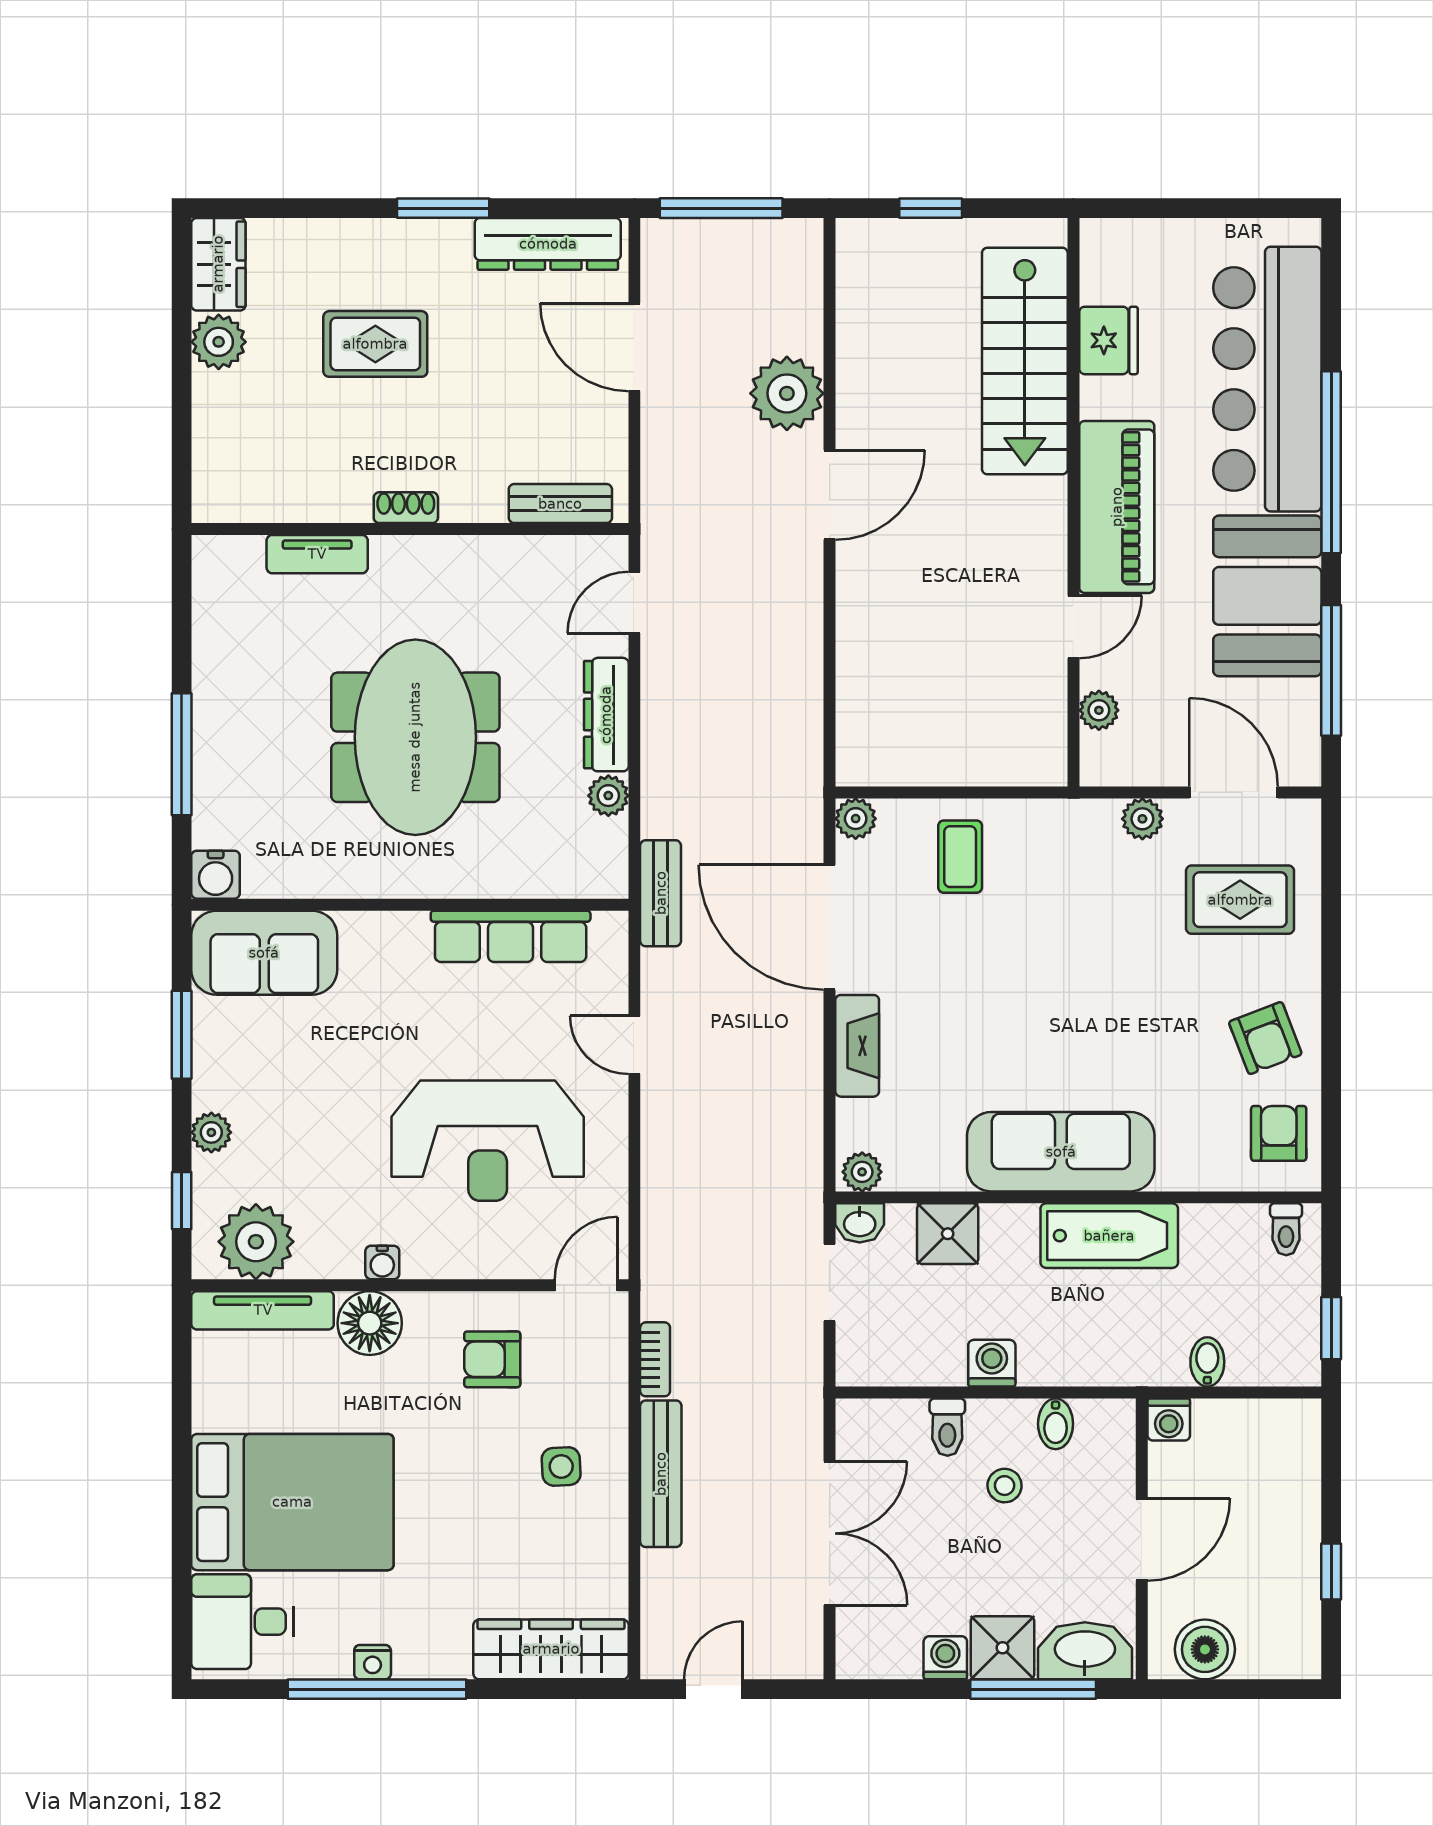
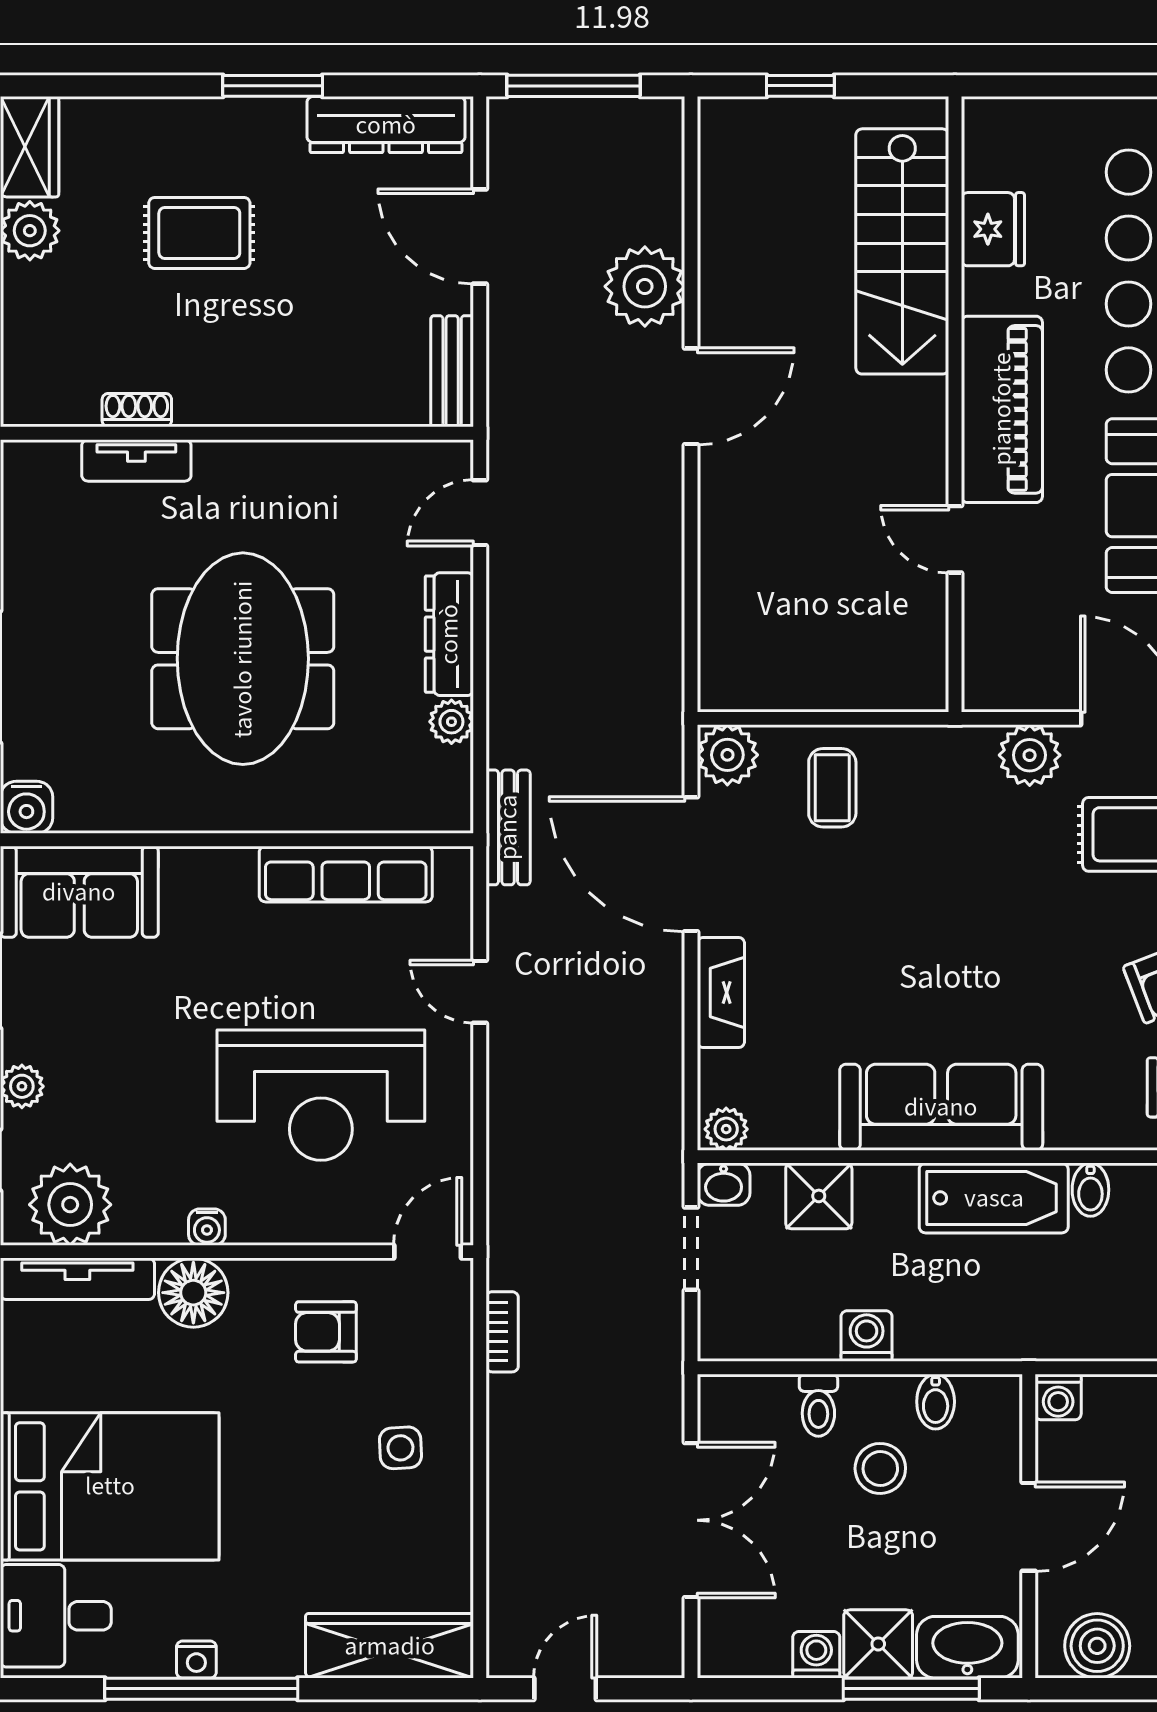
bench: (560, 504) -> (452, 371), moved, turned 90
shoe rack: (406, 508) -> (137, 410), moved
door: (1073, 627) -> (955, 539), swing flipped
plant: (1099, 710) -> (982, 629), removed
plant: (856, 819) -> (727, 755), width x1.38, depth x1.38
plant: (1142, 819) -> (1030, 755), width x1.38, depth x1.38
bidet: (1207, 1362) -> (1090, 1190), moved, turned 180
bench: (661, 1474) -> (508, 1456), removed
stool: (1005, 1486) -> (880, 1468), width x1.37, depth x1.37

